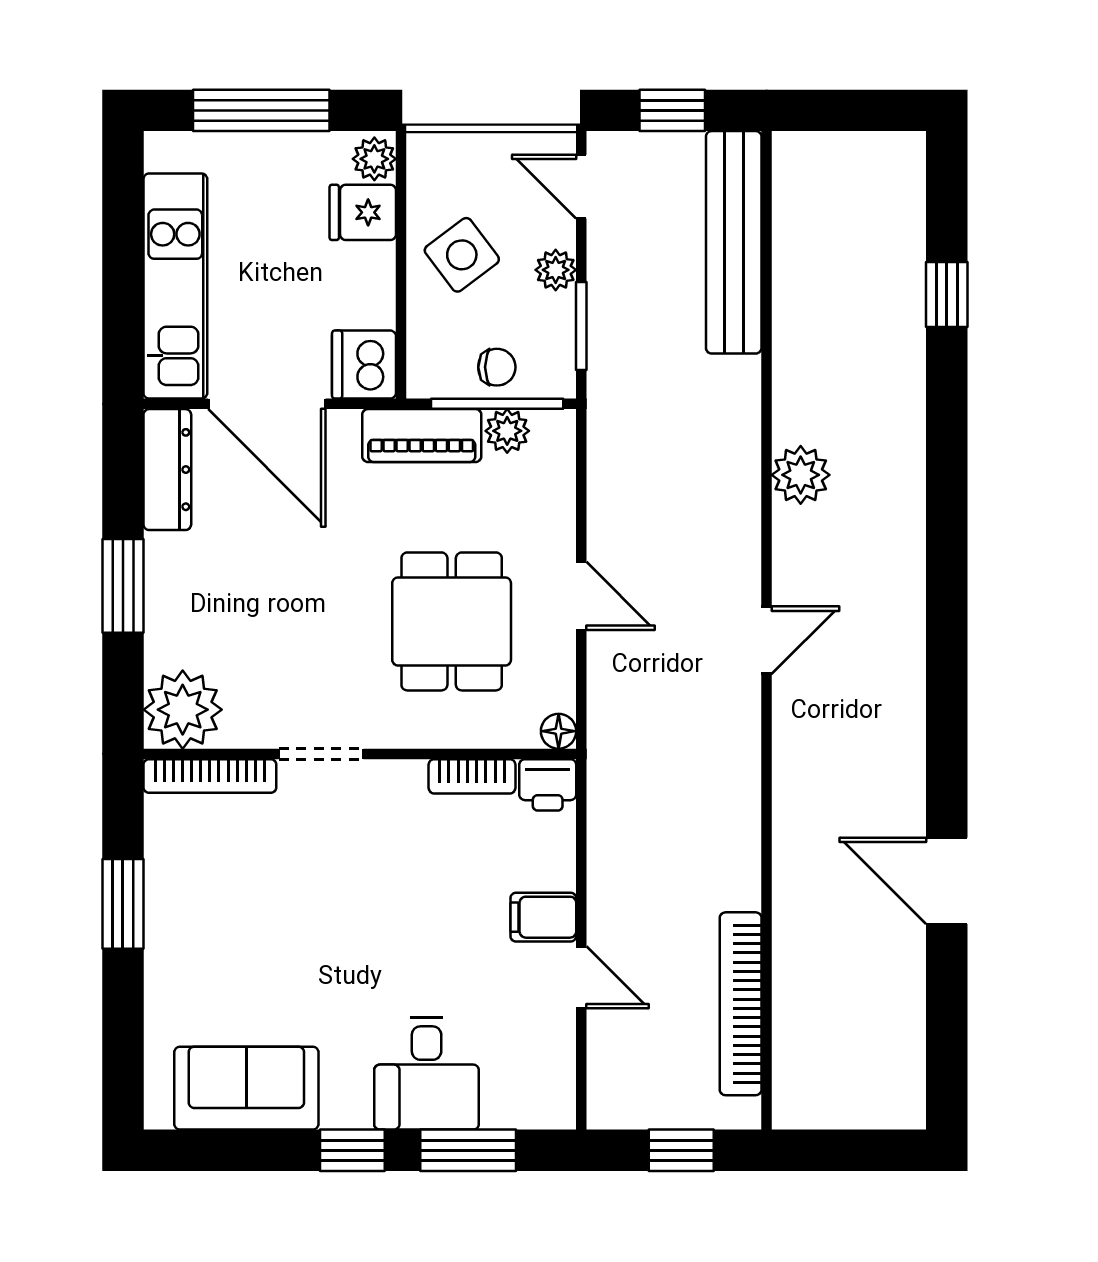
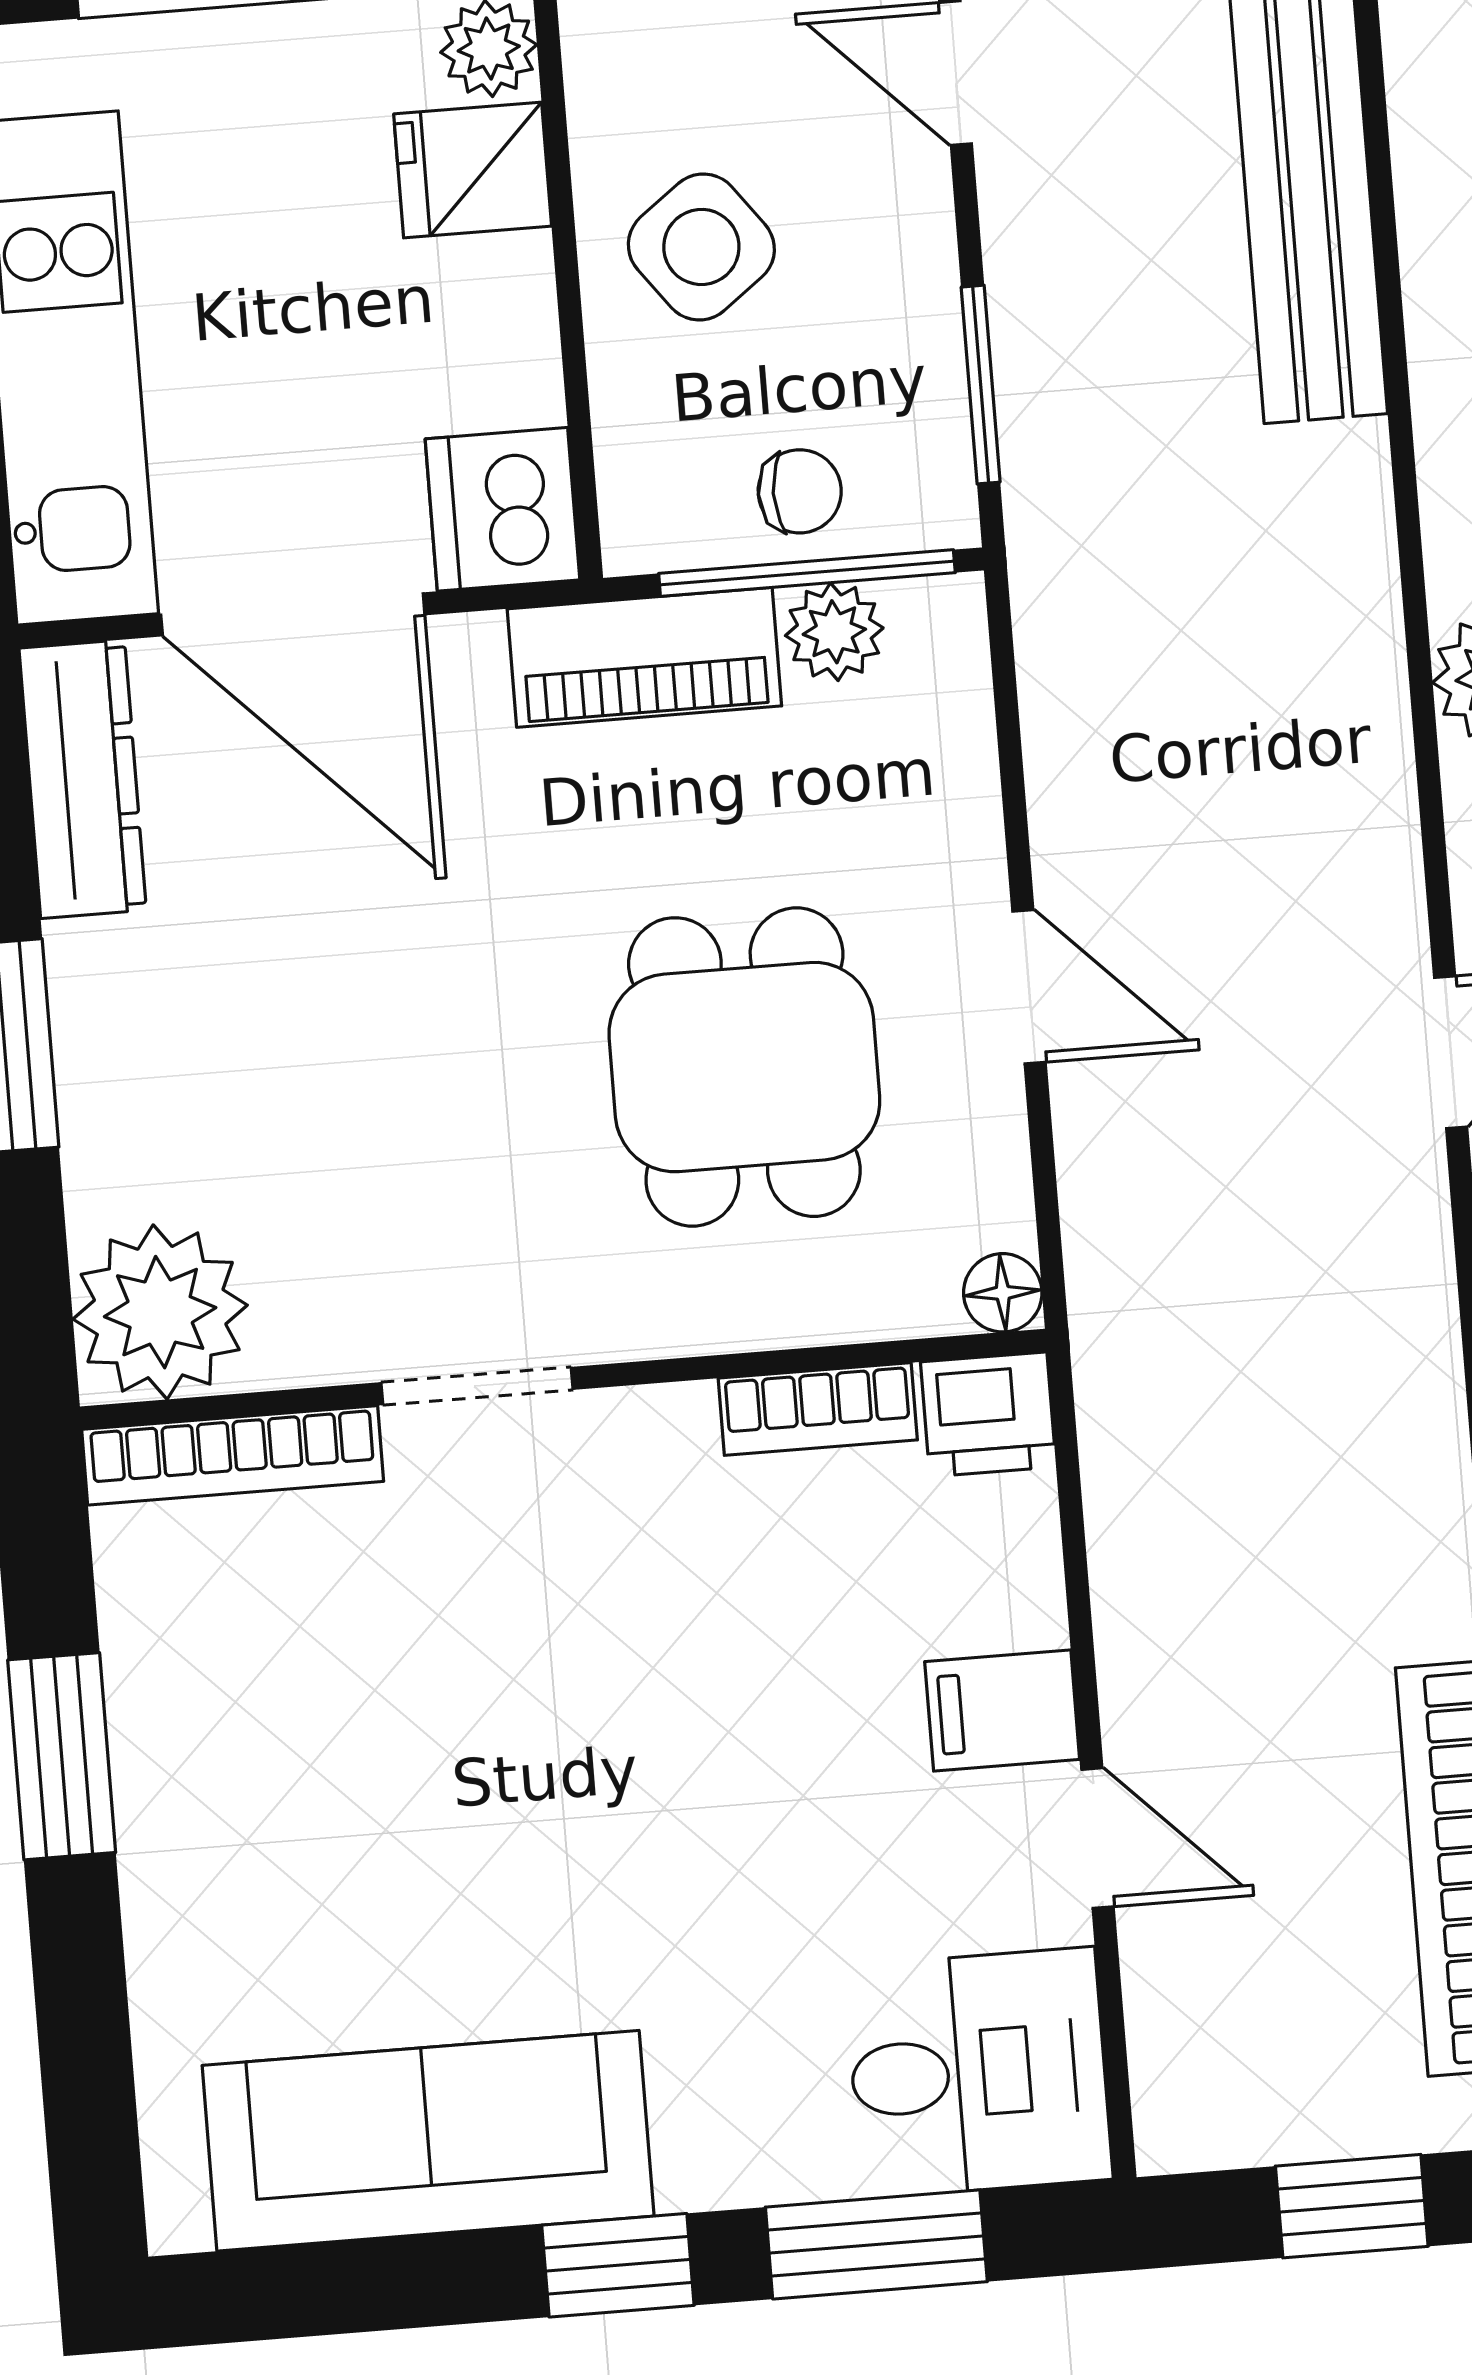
plant: (556, 270) -> (914, 264), removed
desk: (427, 1073) -> (978, 2073), moved, turned -90
sofa: (246, 1088) -> (428, 2141), width x1.36

